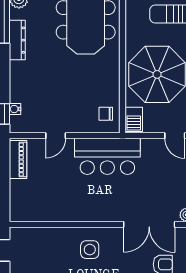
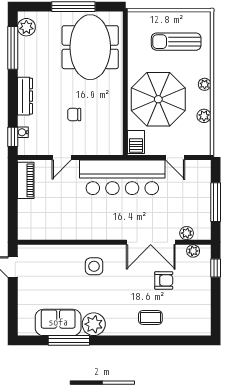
dresser: (17, 40) -> (25, 96), moved
chair: (106, 114) -> (74, 114), moved
bar counter: (107, 156) -> (122, 177), width x1.36

